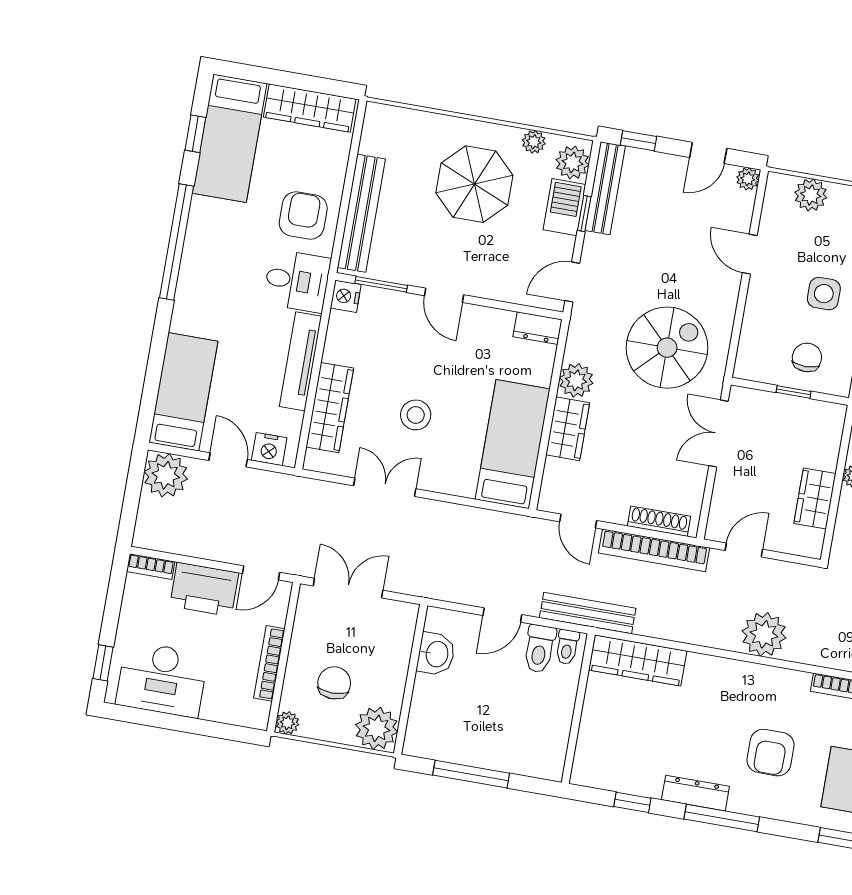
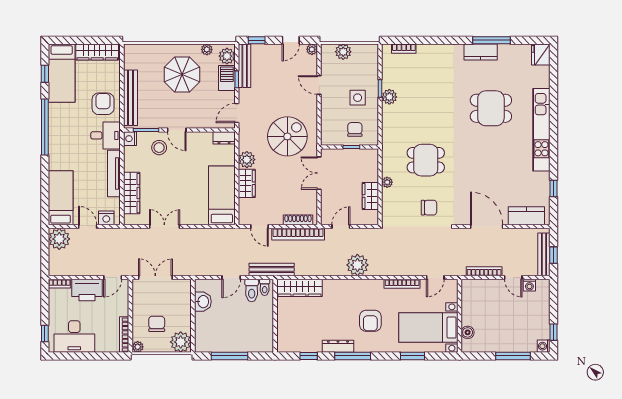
stool: (416, 415) -> (159, 148), moved
bookcase: (269, 663) -> (124, 335), moved

